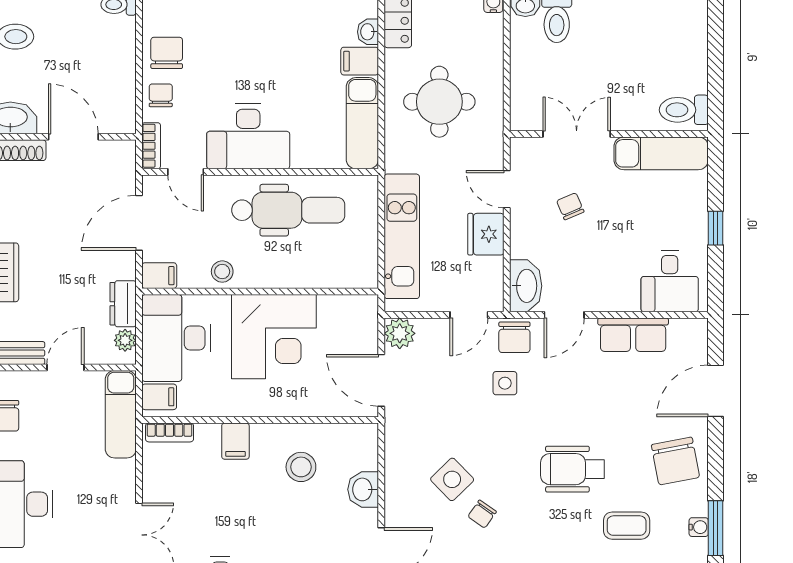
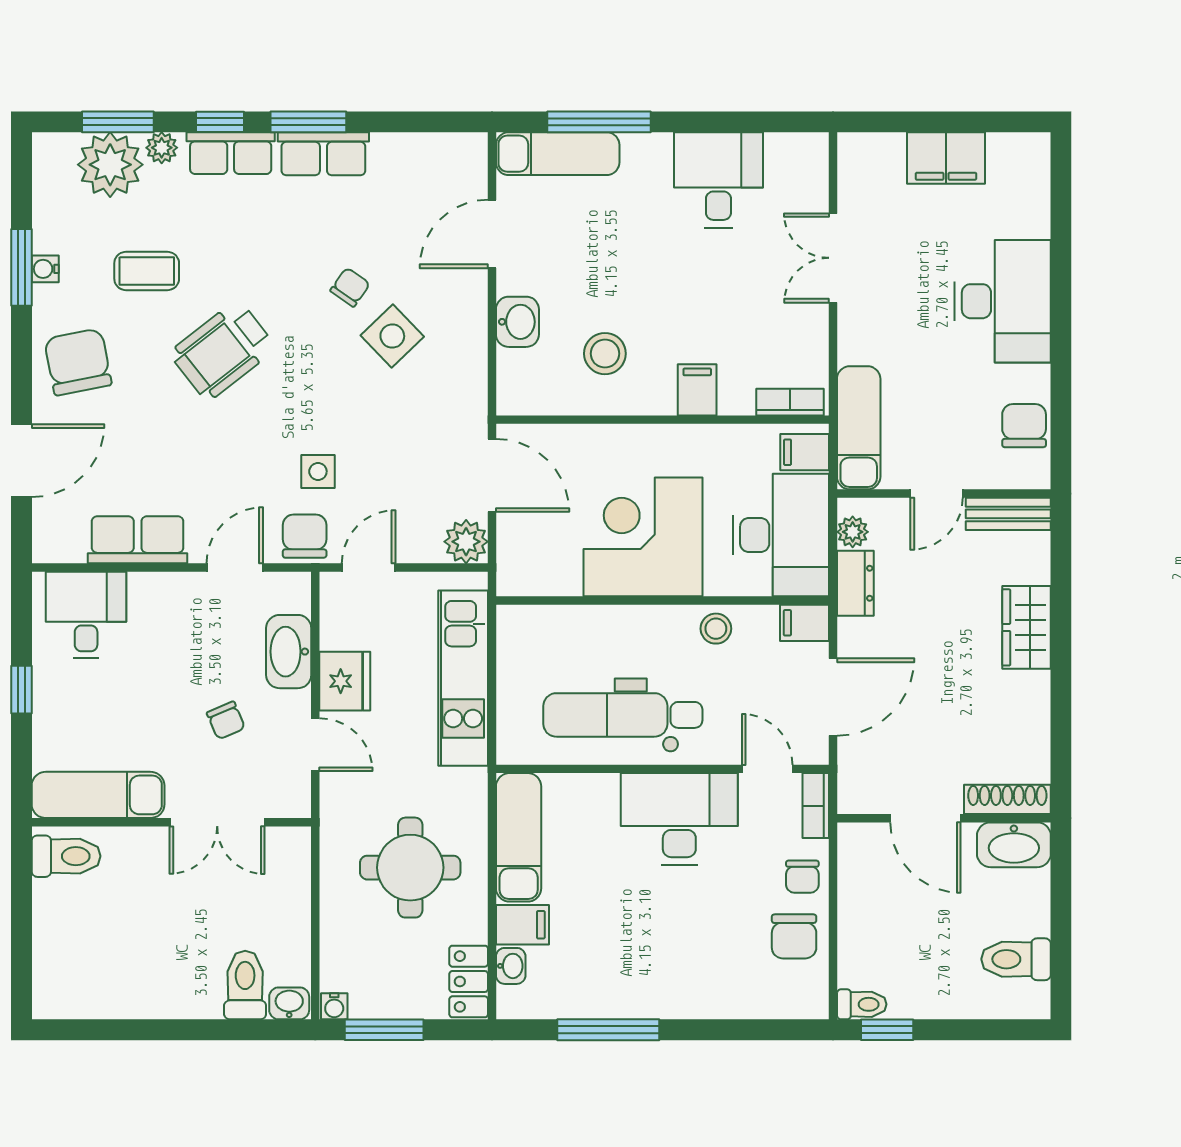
washbasin: (526, 286) -> (289, 652), moved
wheelchair: (573, 469) -> (223, 350), turned 142

